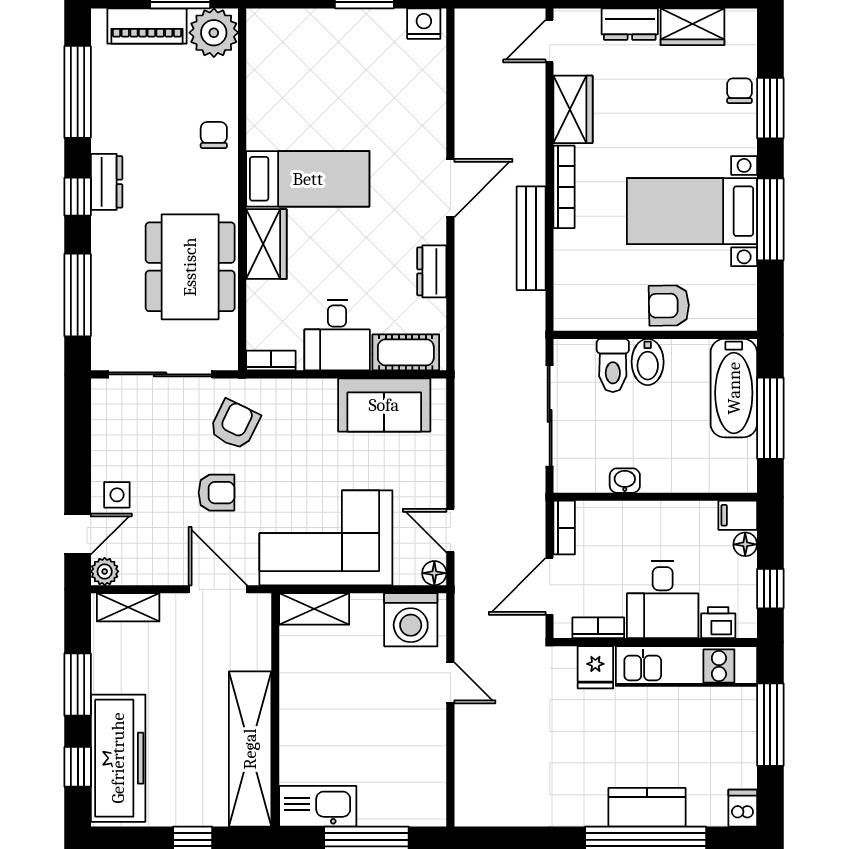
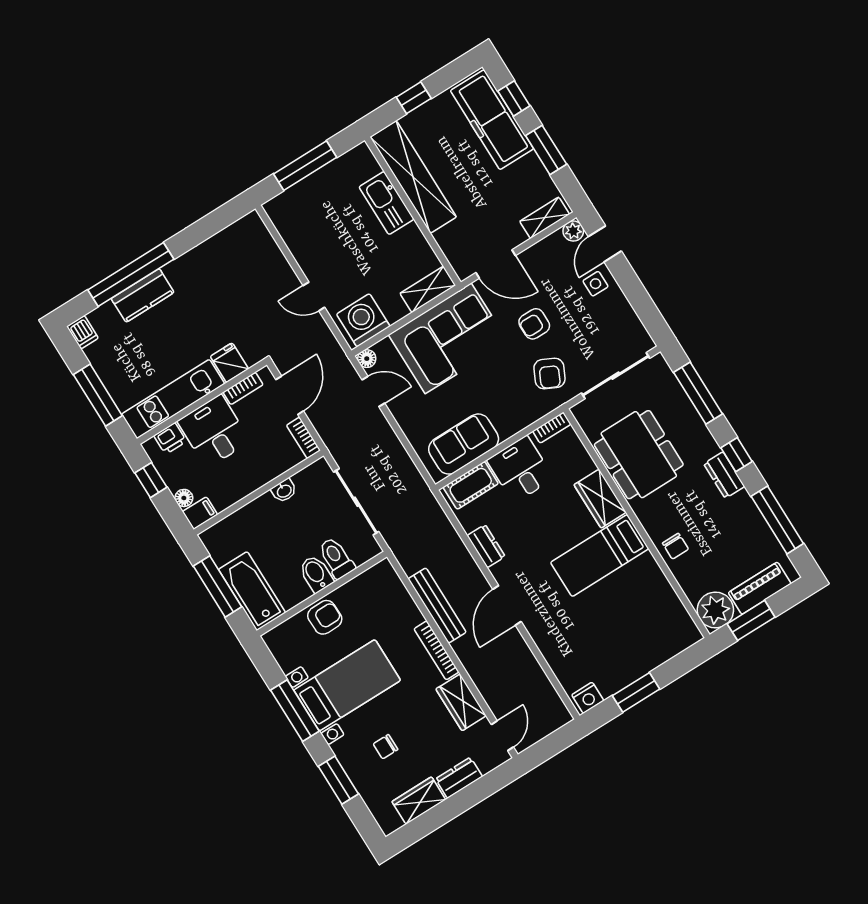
chair: (740, 91) -> (385, 747), moved, turned 90
kitchen sink: (318, 806) -> (387, 203), moved, turned 90

